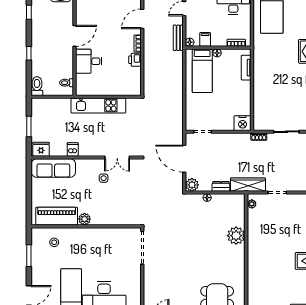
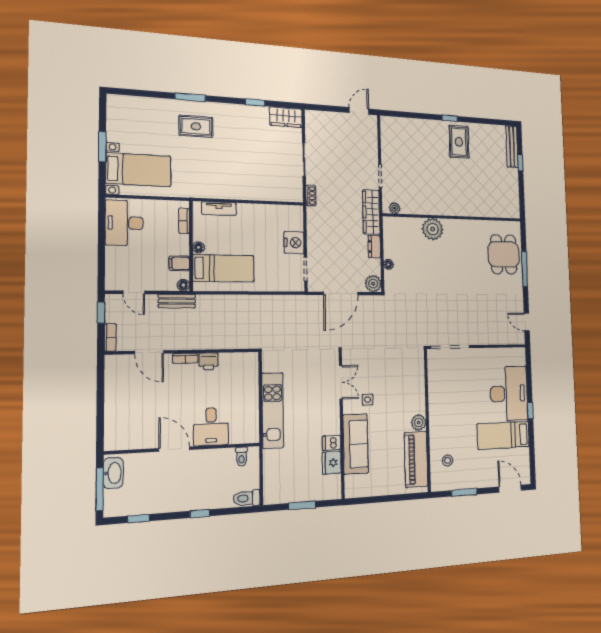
nightstand: (243, 123) -> (294, 243), moved
fridge: (41, 149) -> (332, 463), moved
sofa: (53, 168) -> (356, 444), moved

